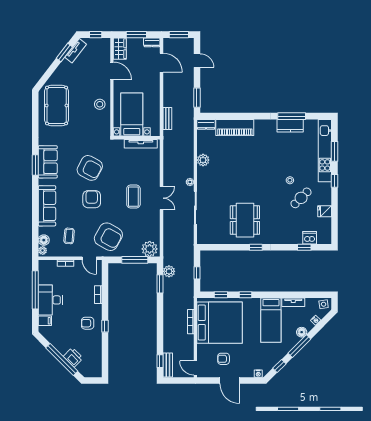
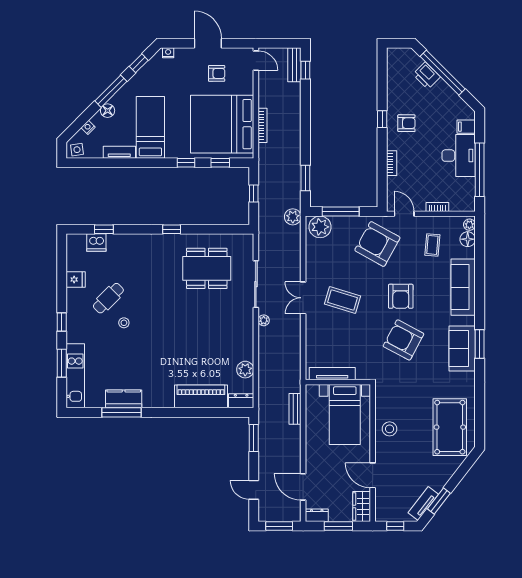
kitchen unit: (325, 151) -> (75, 376), width x0.73
plant: (203, 160) -> (245, 370), moved
coffee table: (133, 197) -> (342, 300), turned -73
dining table: (245, 220) -> (207, 268), moved, turned 90
plant: (169, 271) -> (293, 217), moved

